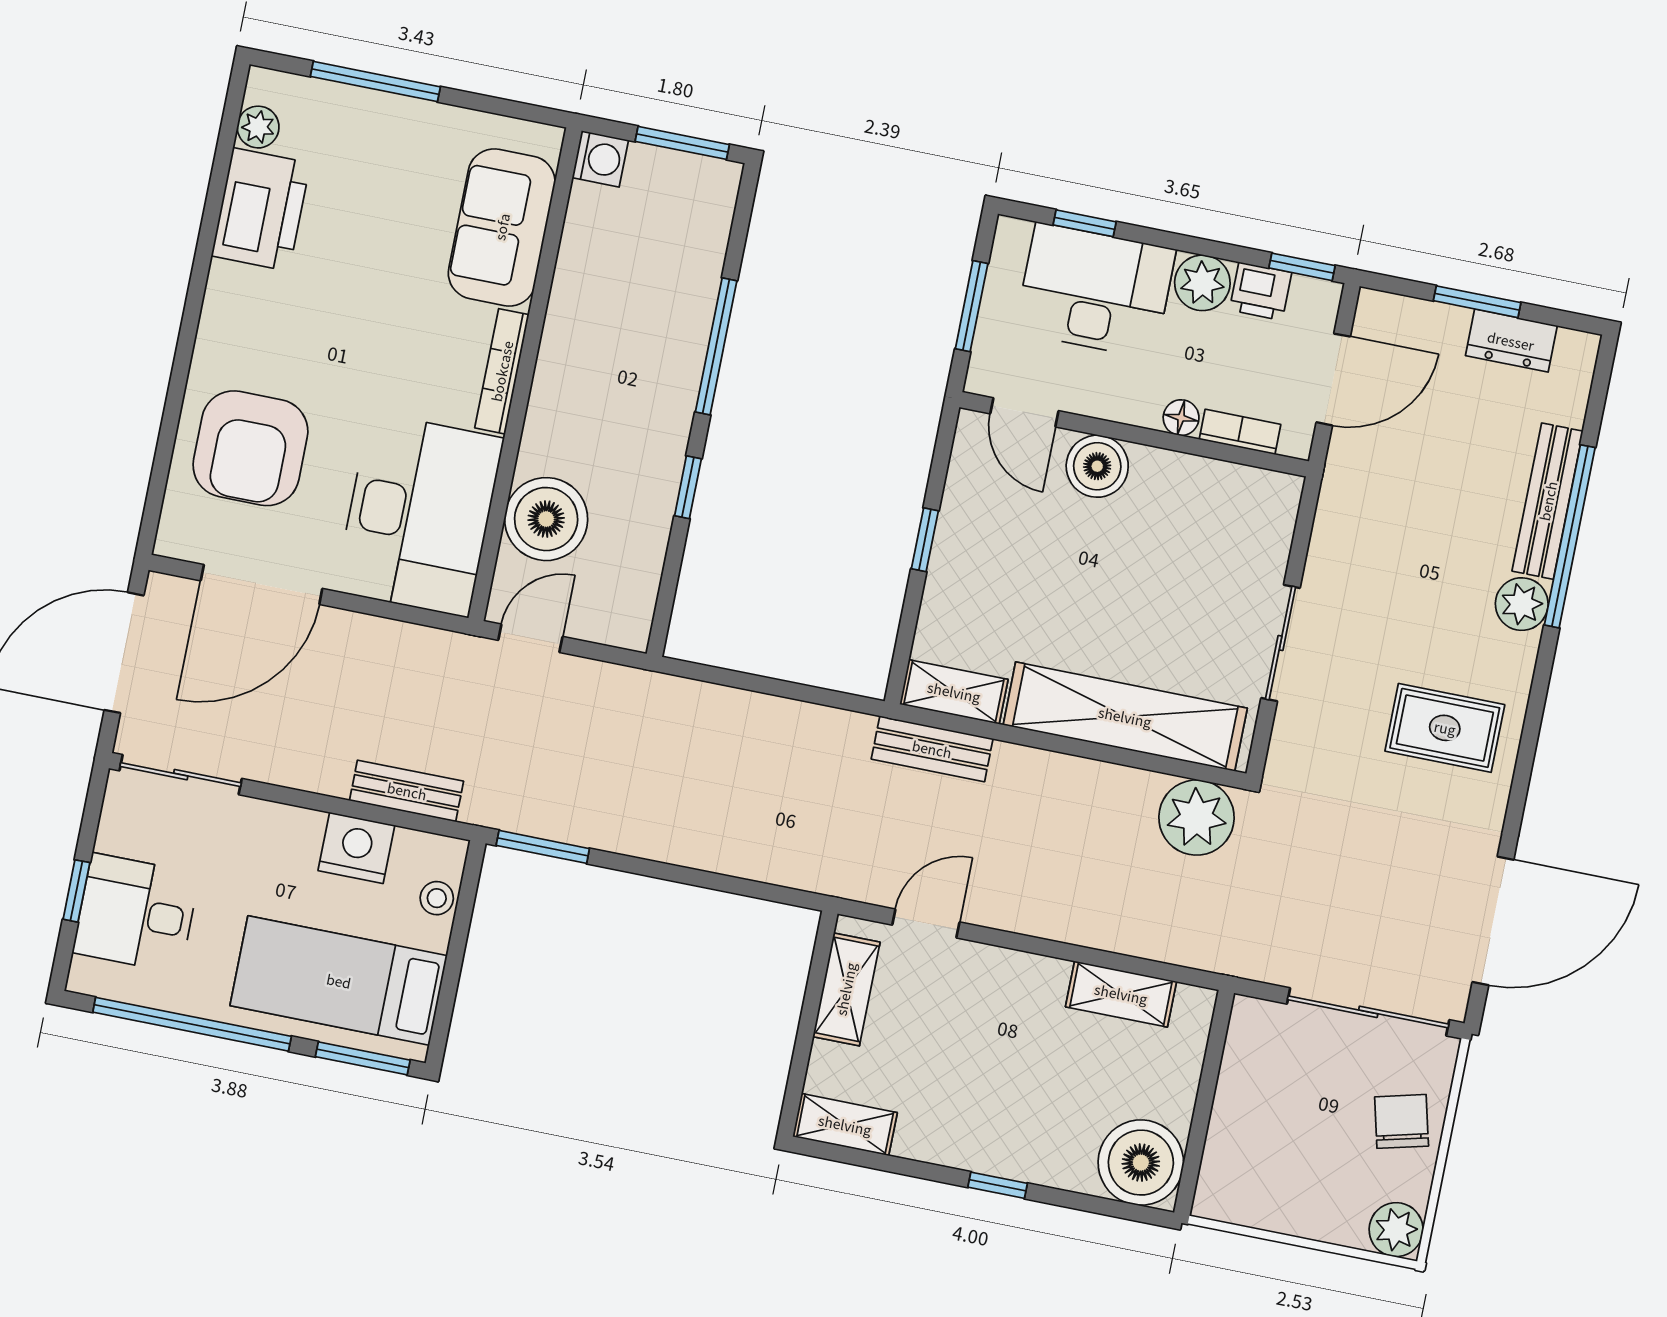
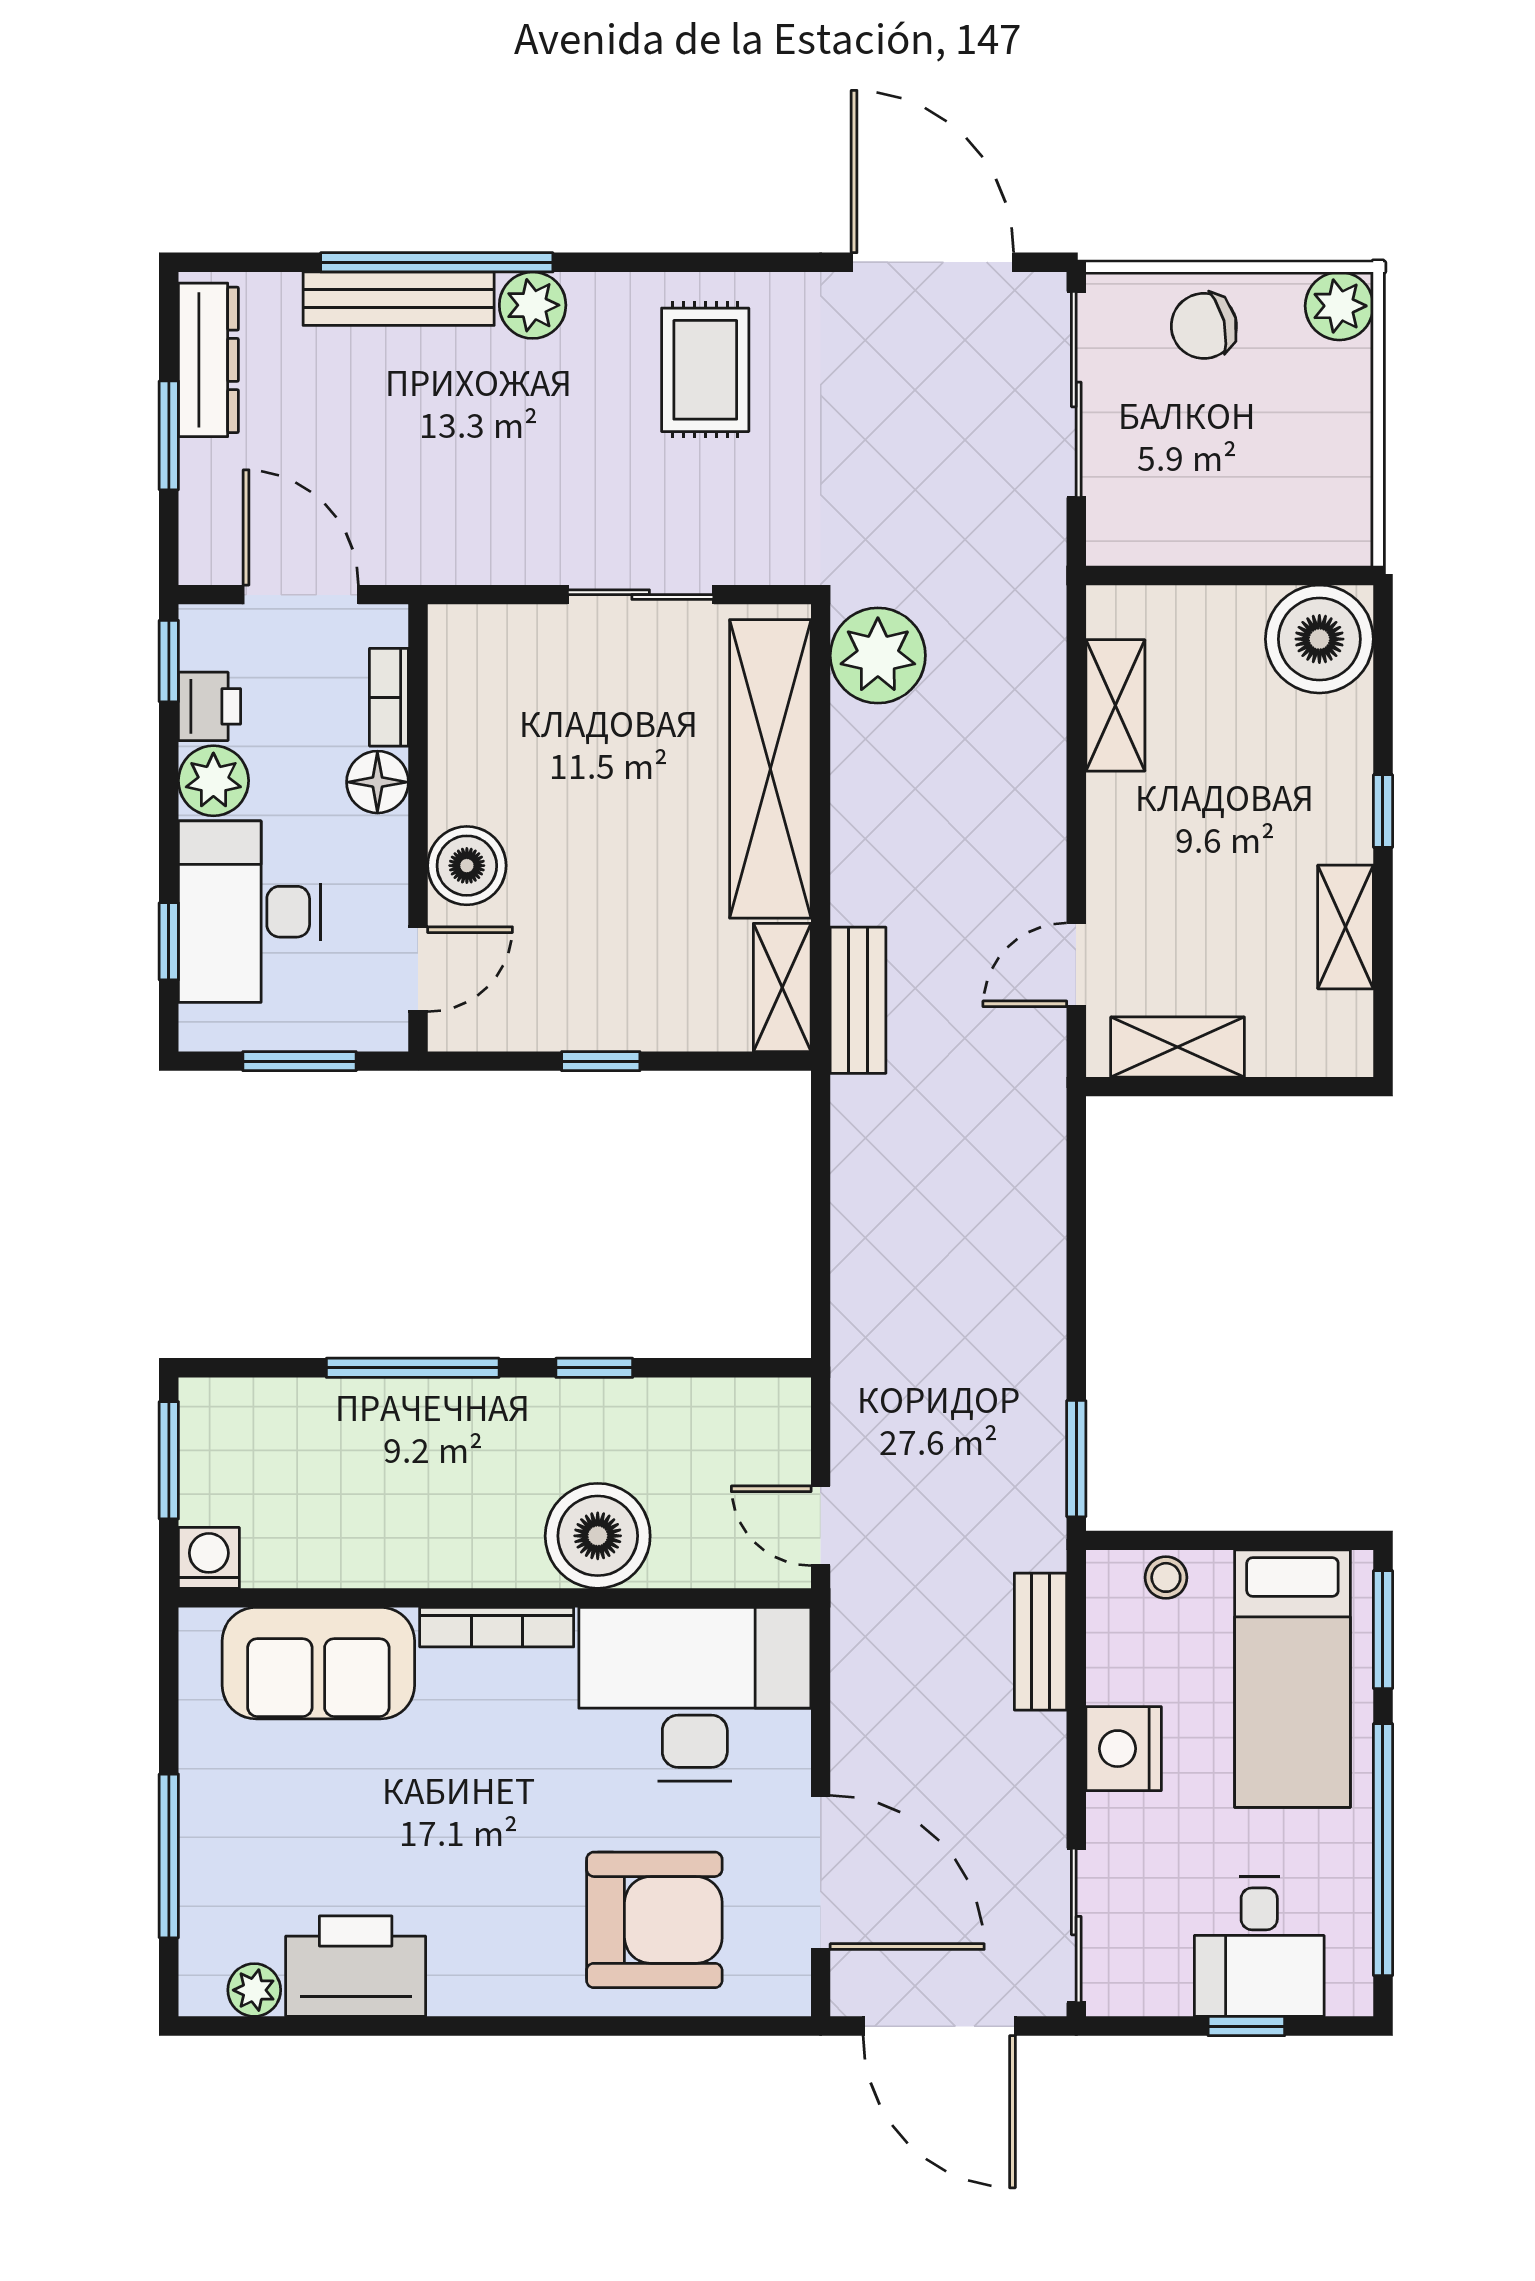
dresser: (1511, 341) -> (208, 360), width x1.44
floor lamp: (1181, 418) -> (377, 782), width x1.37, depth x1.37
boiler: (546, 519) -> (598, 1536), moved
nightstand: (356, 848) -> (1124, 1749), moved
door: (926, 923) -> (1076, 965), hinge flipped
shelving: (845, 1125) -> (1346, 927), moved

